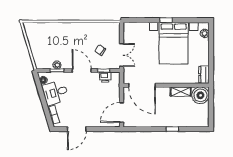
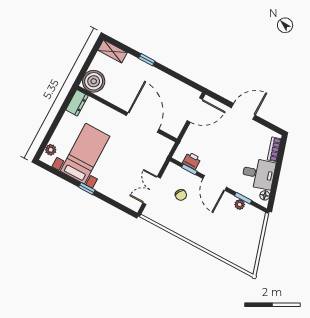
bed with nightstands: (174, 43) -> (85, 154), width x0.73
double door: (122, 55) -> (152, 191), moved
door: (142, 85) -> (143, 122), moved
shelving: (181, 91) -> (113, 51), moved
door: (77, 129) -> (243, 111), moved

